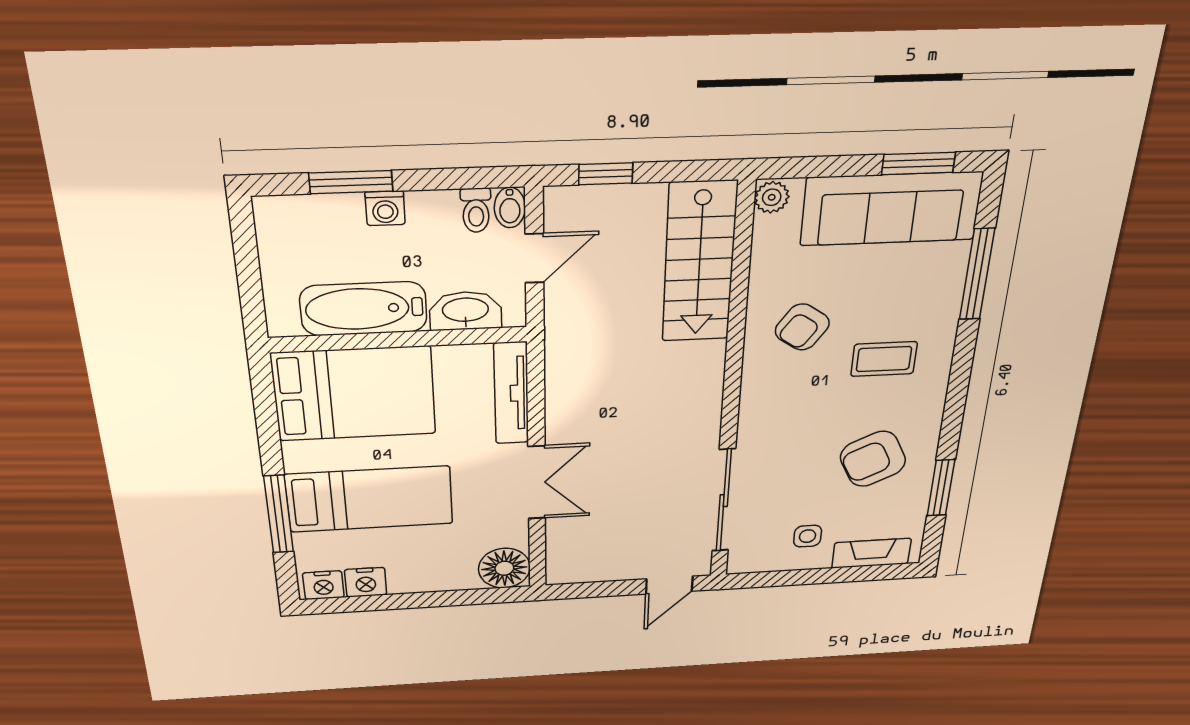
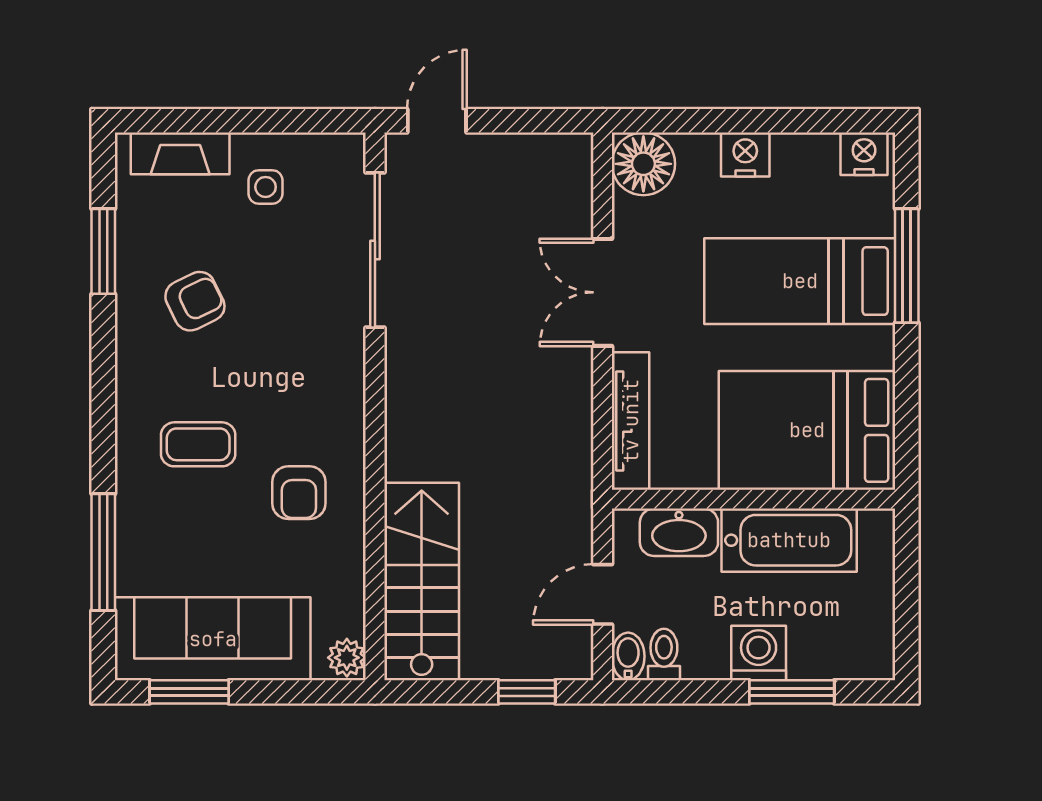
washing machine: (385, 208) -> (759, 653), width x1.38, depth x1.38
armchair: (802, 327) -> (299, 493), turned 145
armchair: (873, 459) -> (195, 301), width x0.72, depth x0.72
nightstand: (366, 582) -> (745, 154), moved

